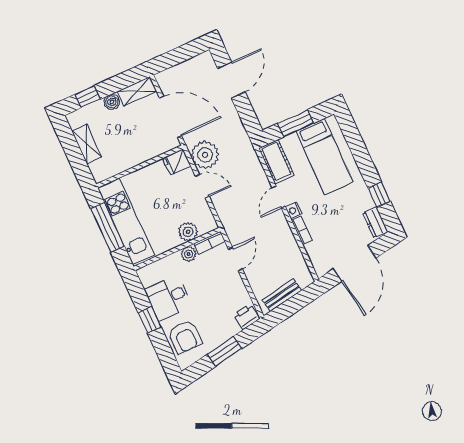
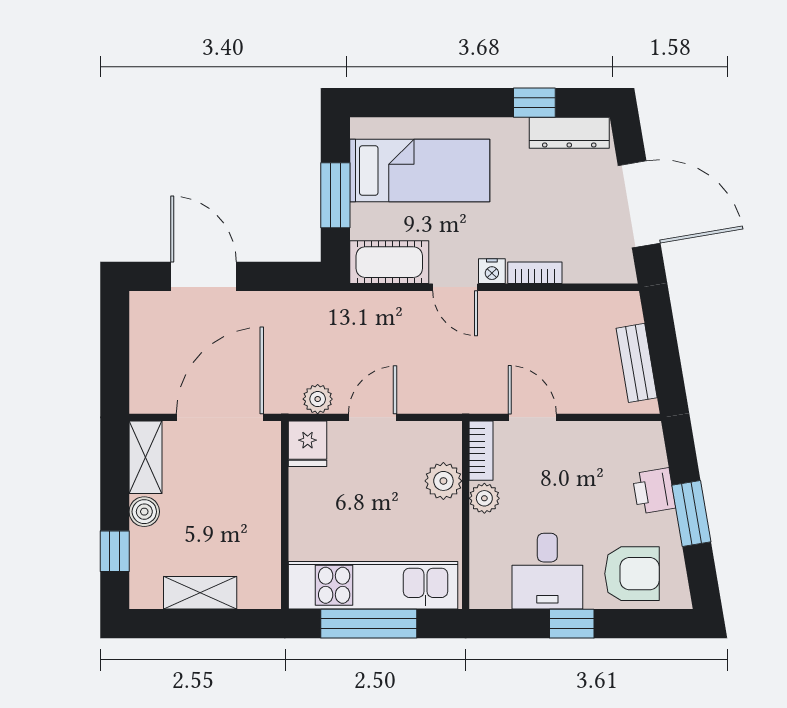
plant: (205, 155) -> (318, 399), width x0.53, depth x0.53
dresser: (375, 222) -> (569, 133), width x1.44
printer: (246, 317) -> (654, 491), moved

